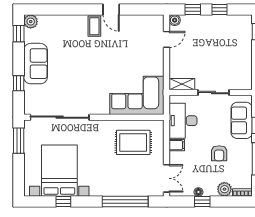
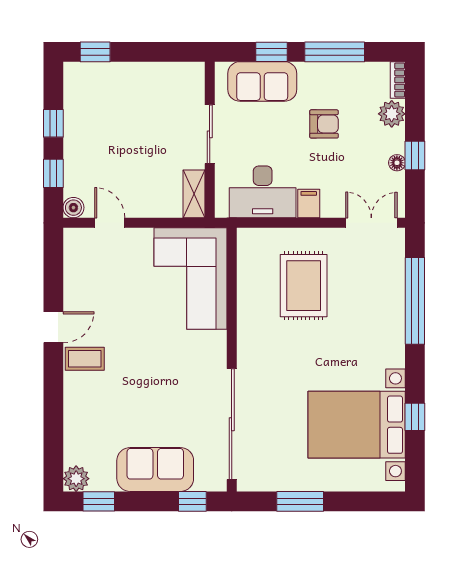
corner sofa: (137, 95) -> (191, 279), moved
sliding door: (60, 117) -> (232, 424), moved
wall: (94, 117) -> (232, 360), moved

